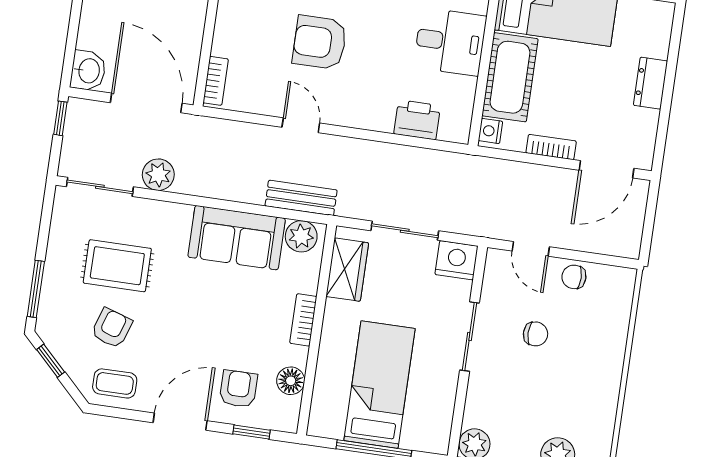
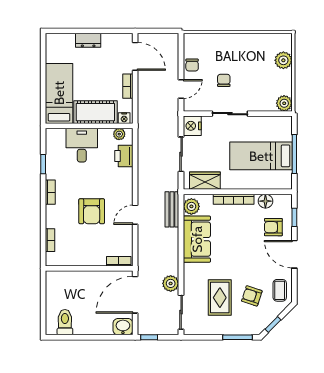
plant: (461, 117) -> (119, 134), added
bookcase: (303, 320) -> (234, 199), width x1.56

